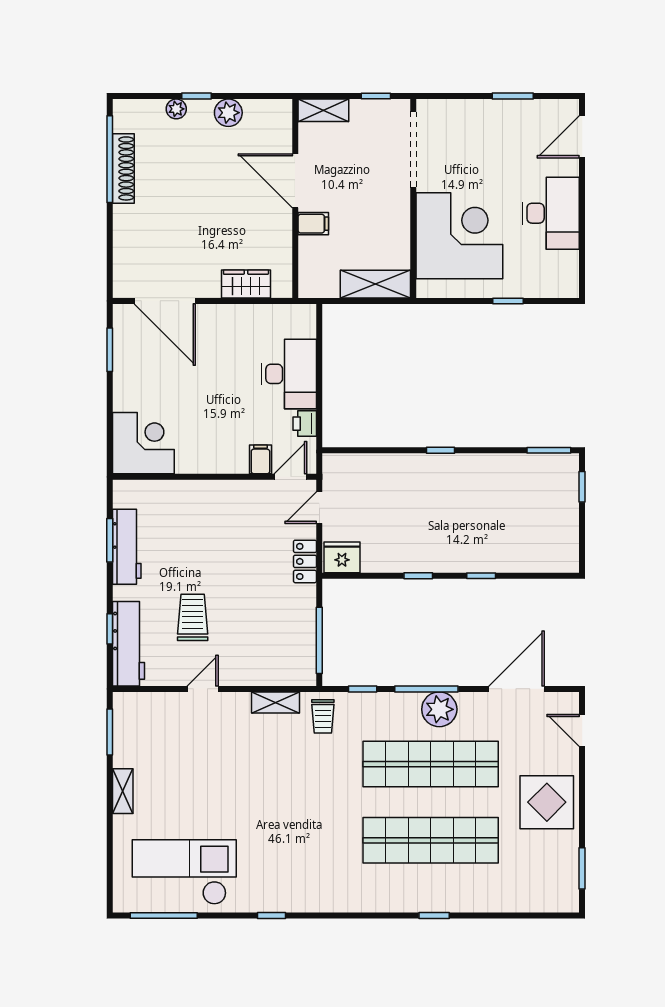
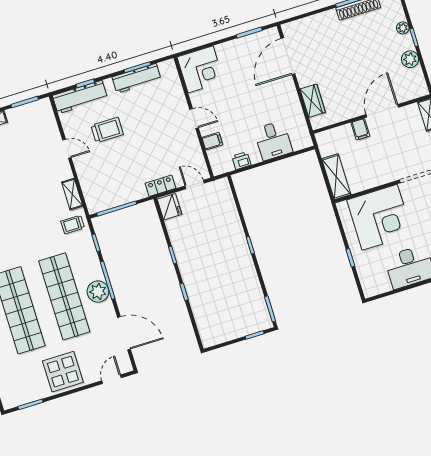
desk: (289, 374) -> (273, 141), width x0.73
door: (290, 477) -> (194, 118), moved

